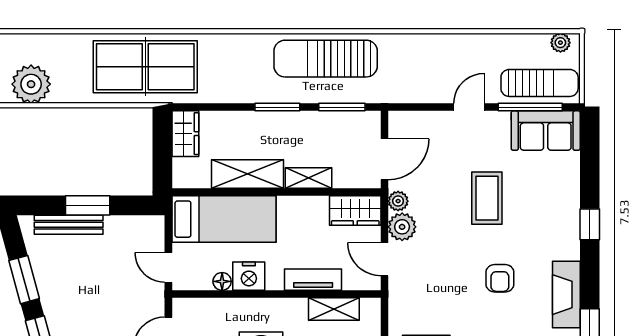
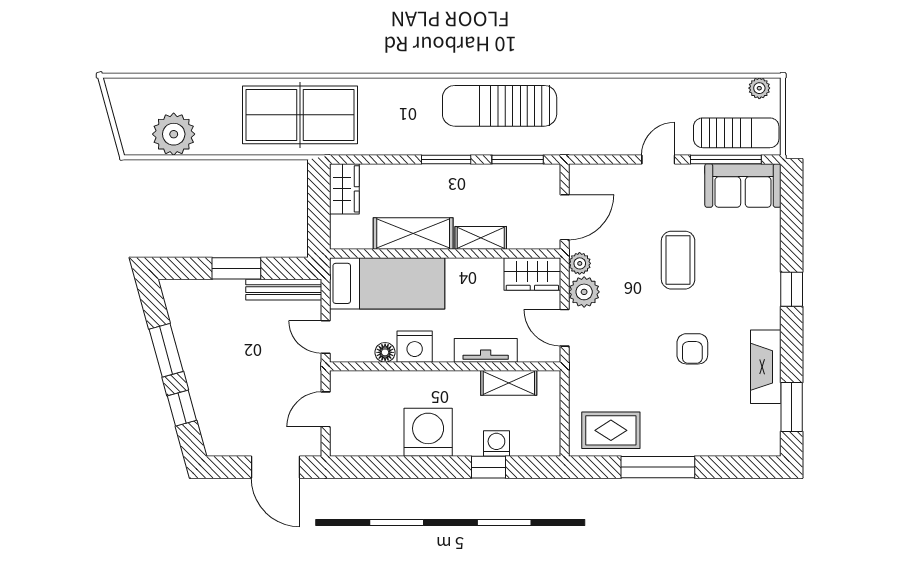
bench: (69, 225) -> (284, 290), moved

